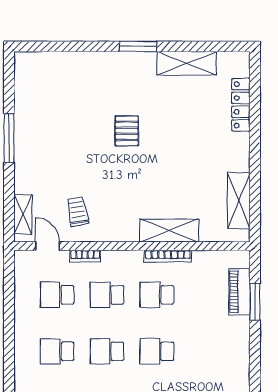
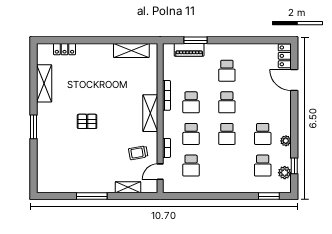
window: (138, 46) -> (34, 127), moved
locker: (241, 105) -> (64, 49), width x0.66
shelving: (23, 214) -> (128, 187), moved
shelving: (169, 230) -> (150, 113), moved
school desk: (57, 351) -> (227, 71), moved

